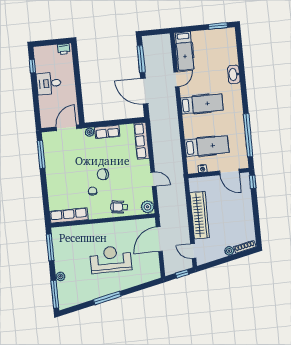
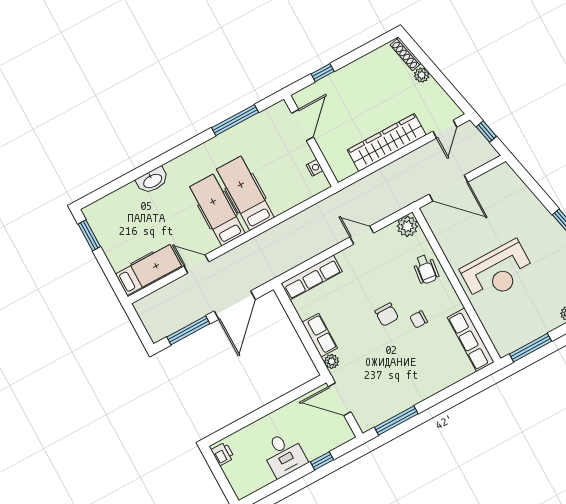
window: (32, 66) -> (322, 461), moved
window: (248, 135) -> (235, 120), width x0.68
hospital bed: (207, 146) -> (245, 193), moved
door: (153, 179) -> (362, 235), hinge flipped
window: (253, 182) -> (323, 73), moved
reception desk: (111, 259) -> (497, 272), moved, turned -90

